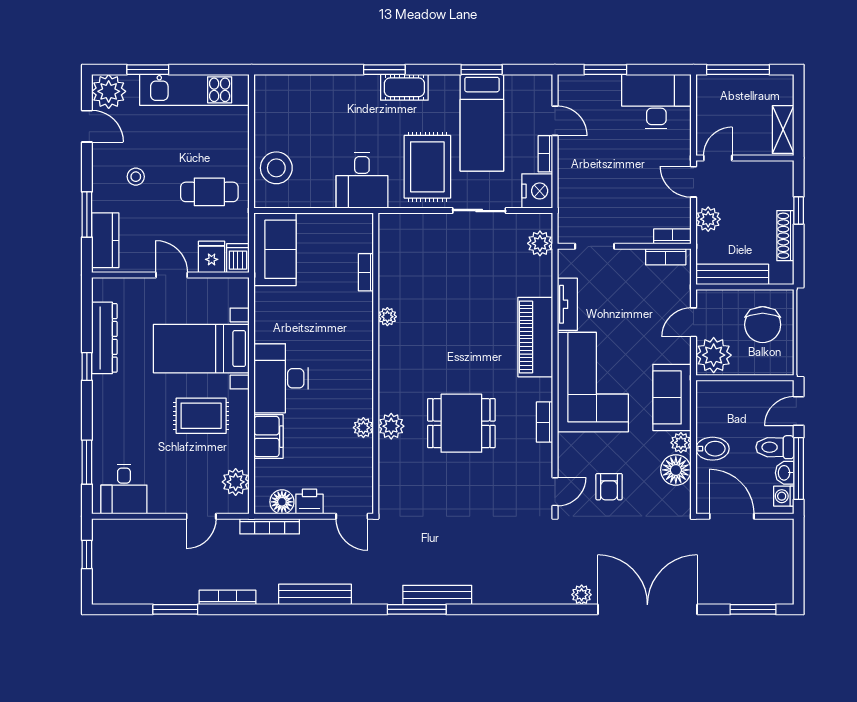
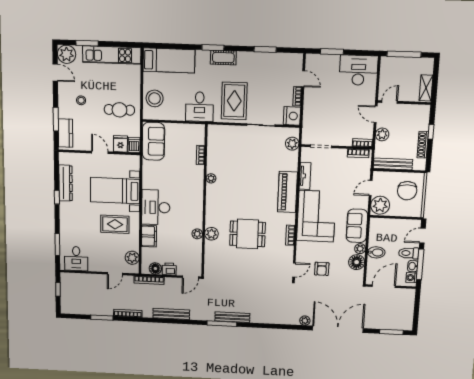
bed: (482, 123) -> (169, 60), moved, turned -90
door: (352, 516) -> (190, 277), hinge flipped
door: (732, 516) -> (384, 286), hinge flipped

